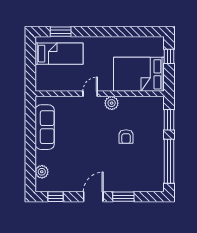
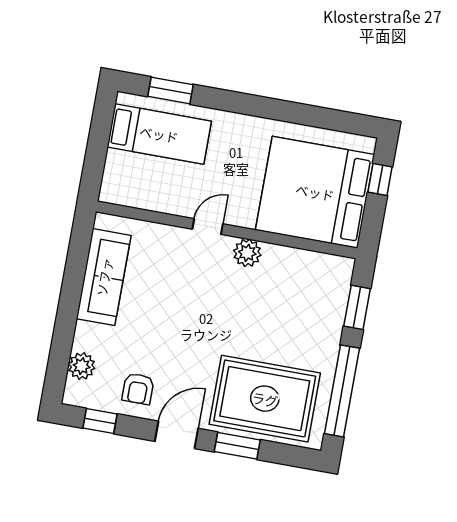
bed: (139, 74) -> (315, 192), width x1.36
armchair: (126, 137) -> (138, 389), moved
rug: (133, 172) -> (265, 399), added

